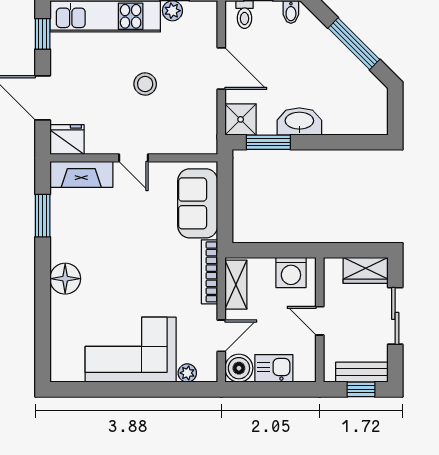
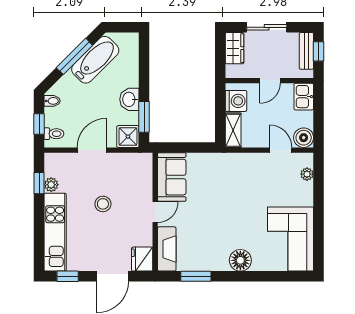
bathtub: (349, 73) -> (95, 60), added
washbasin: (299, 121) -> (129, 99), width x0.72
sofa: (198, 203) -> (172, 177), moved, turned -90
bookcase: (210, 272) -> (236, 158), removed
shelving: (236, 285) -> (233, 130), moved, turned 90
corner sofa: (131, 350) -> (291, 239), moved
kitchen sink: (274, 368) -> (304, 97), moved

